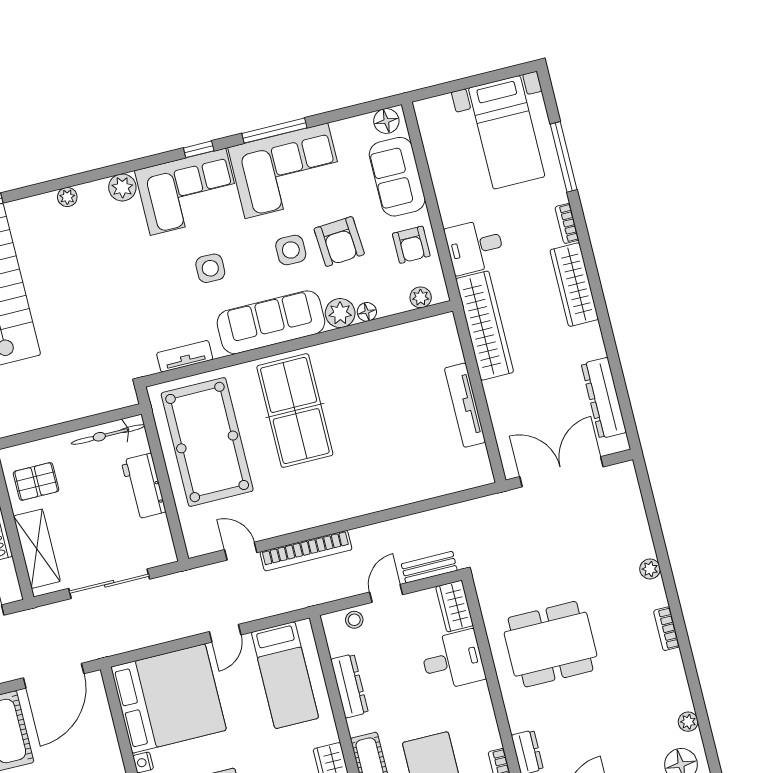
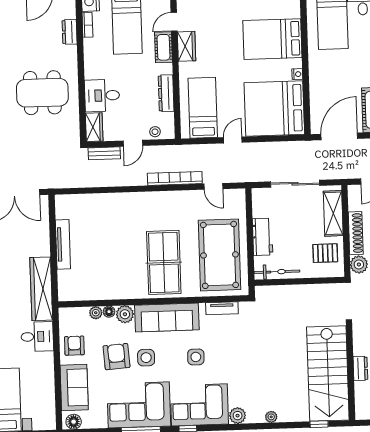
plant: (421, 297) -> (96, 313), moved

